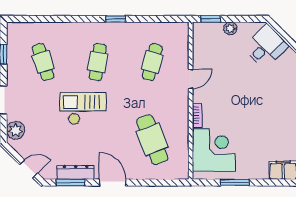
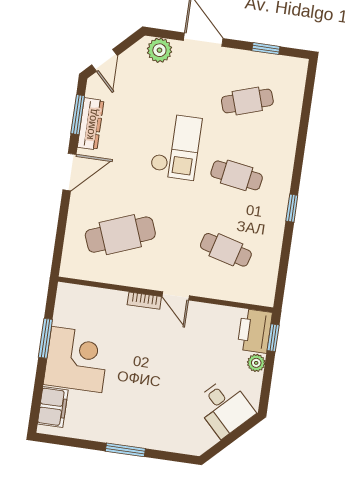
printer: (208, 33) -> (255, 331), added
door: (191, 79) -> (176, 296), moved
corner desk: (214, 150) -> (77, 360), moved, turned -90

